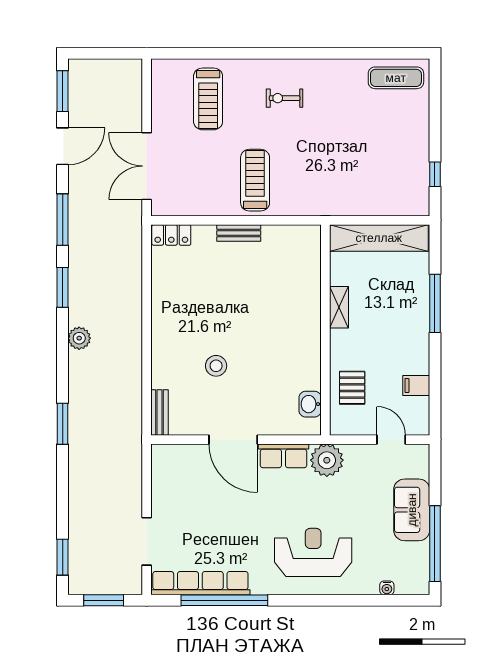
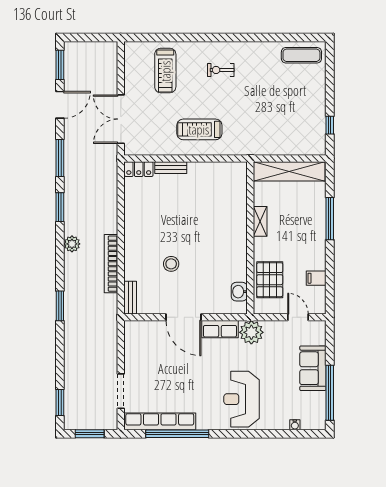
treadmill: (255, 180) -> (199, 129), turned -90
bench: (239, 233) -> (171, 168), moved
bookcase: (133, 365) -> (111, 264), added
pallet: (352, 388) -> (270, 280), width x1.50, depth x1.42
reception desk: (313, 552) -> (241, 399), turned -90

